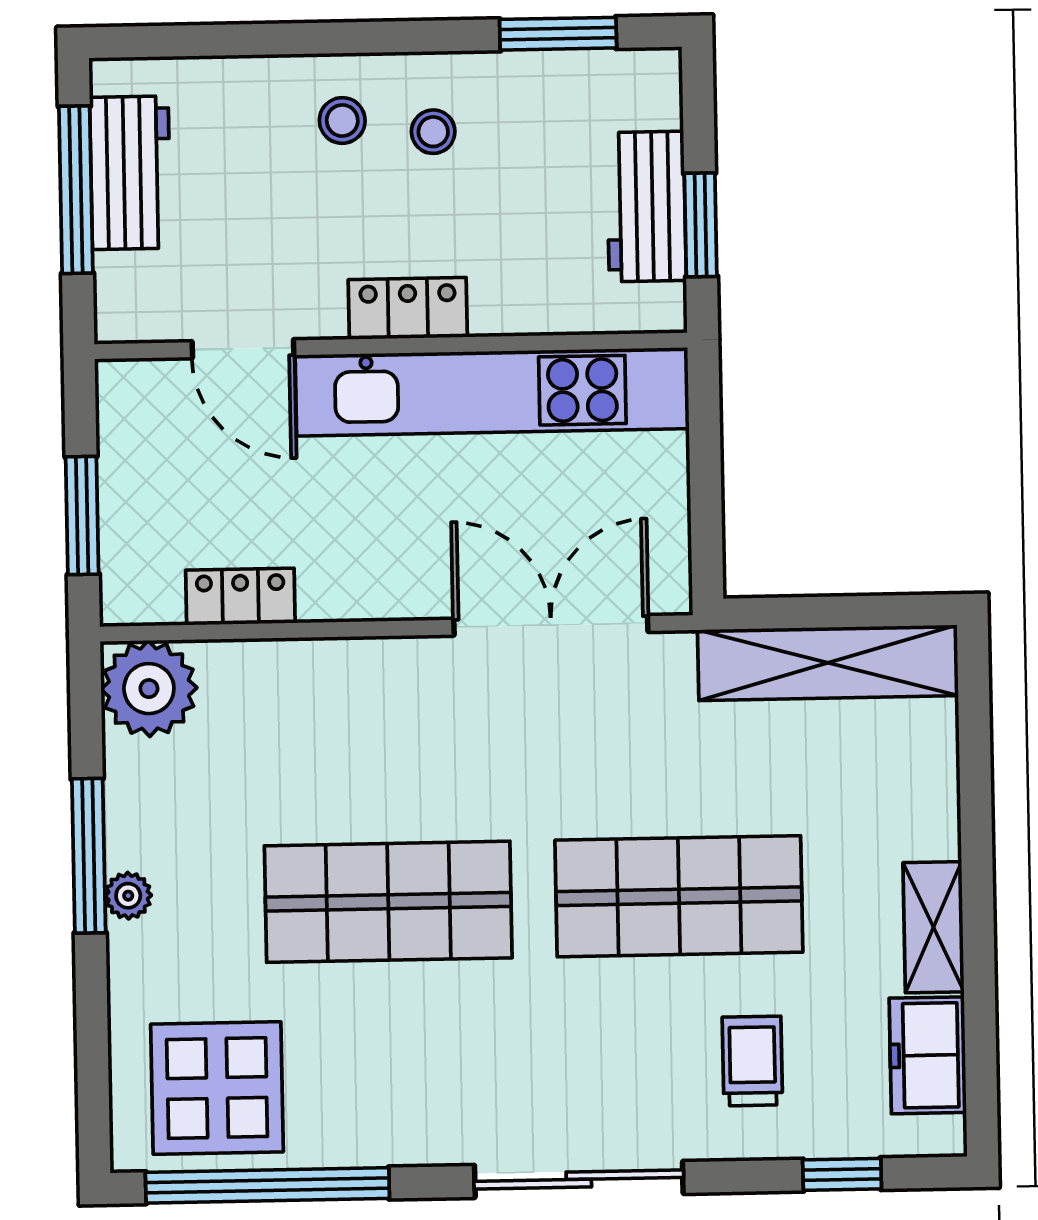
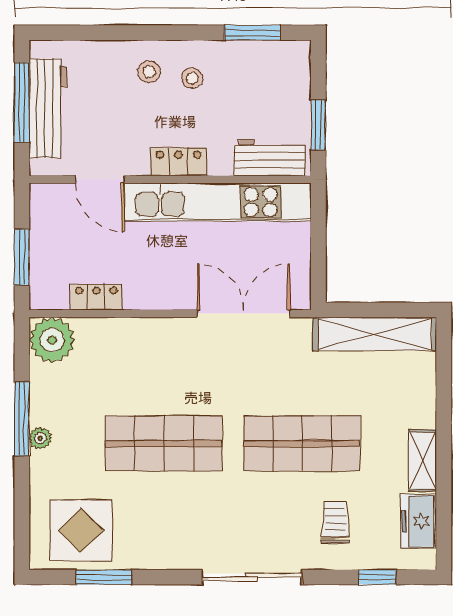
workbench: (130, 173) -> (48, 108), width x1.38
workbench: (646, 207) -> (269, 158), moved, turned 90
window: (267, 1185) -> (104, 577), width x0.47

